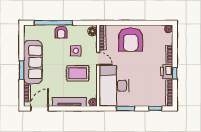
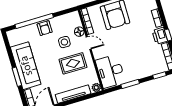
floor lamp: (92, 31) -> (79, 32), moved
desk: (114, 86) -> (110, 71), width x0.73, depth x0.77

